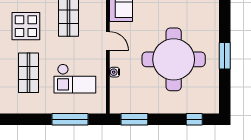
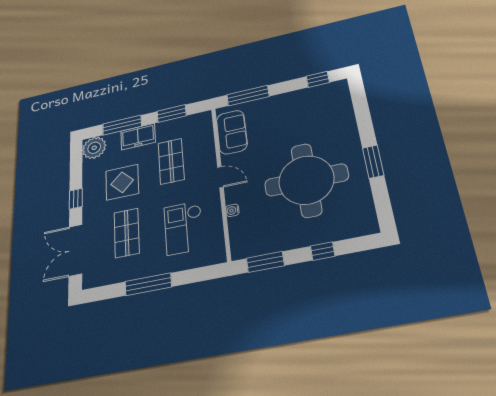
checkout: (75, 79) -> (184, 228), turned 90
window: (70, 119) -> (148, 284), moved
window: (194, 119) -> (323, 251), moved

